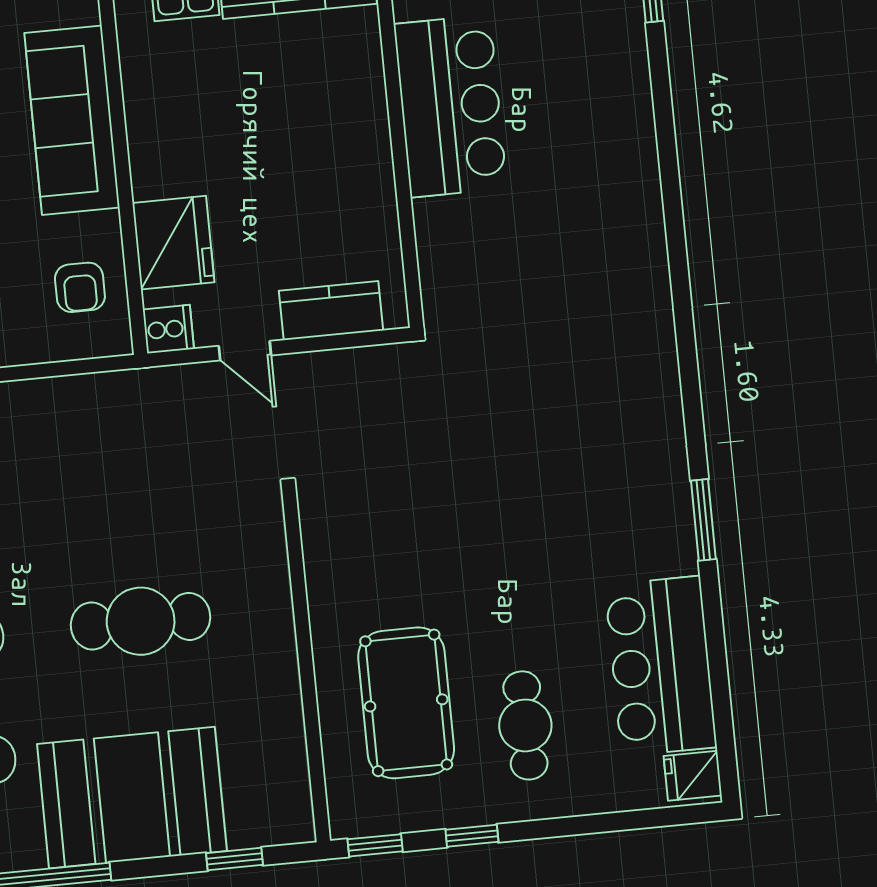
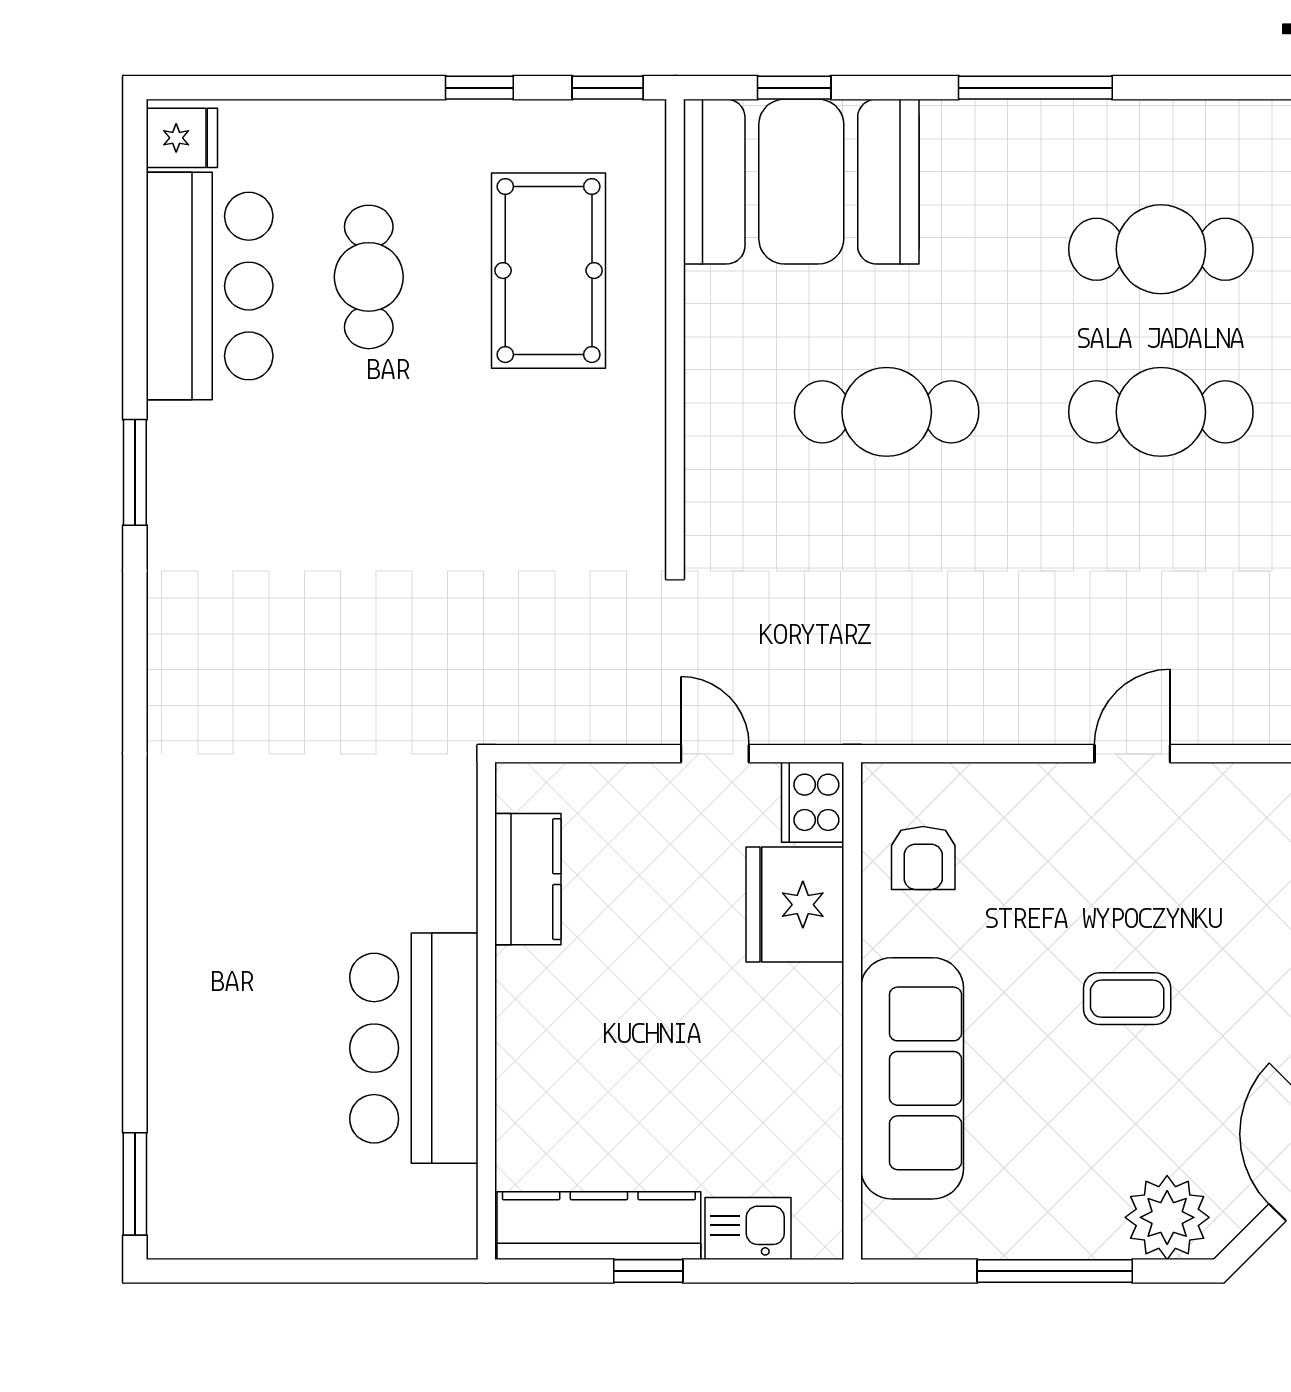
armchair: (80, 287) -> (923, 858), turned 180
kitchen counter: (331, 311) -> (528, 879), moved, turned -90
cooker: (168, 329) -> (813, 802), width x1.36
cafe table: (525, 725) -> (369, 277), moved
booth: (132, 798) -> (801, 182), moved

